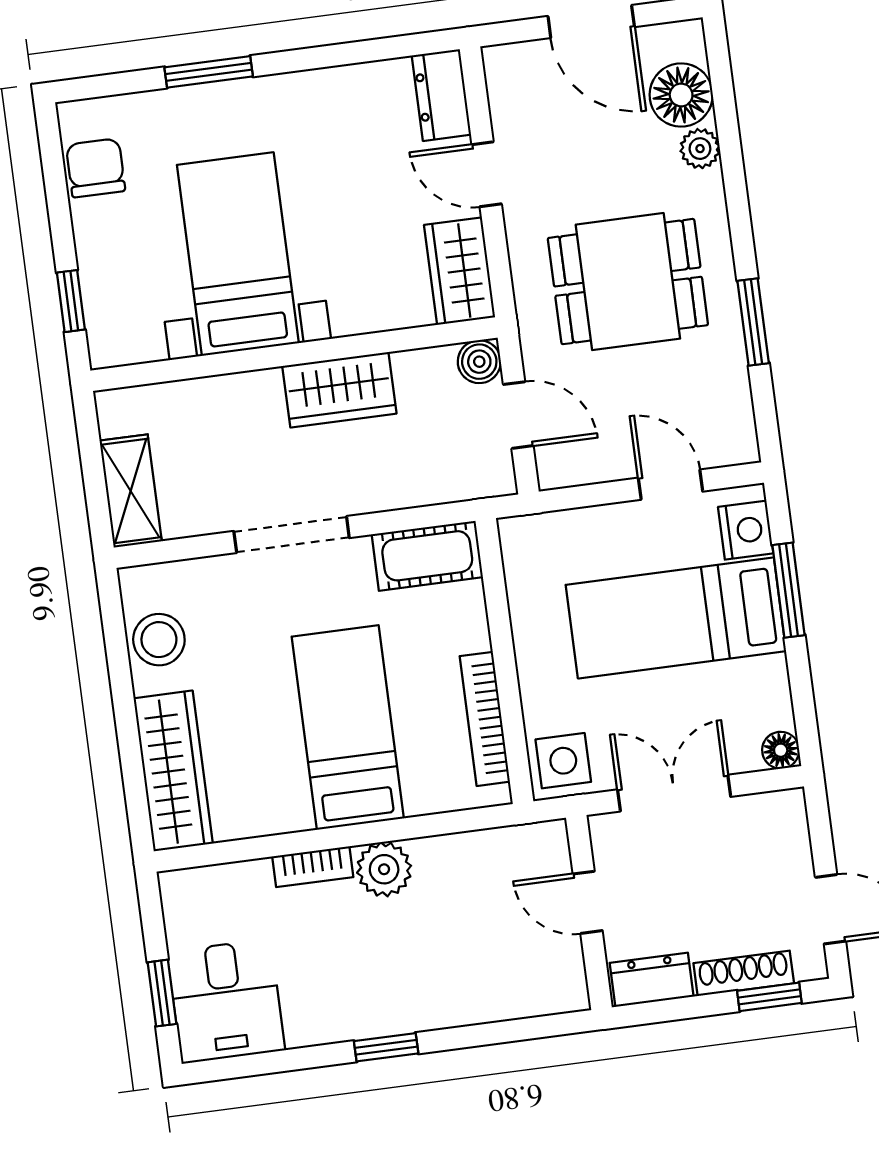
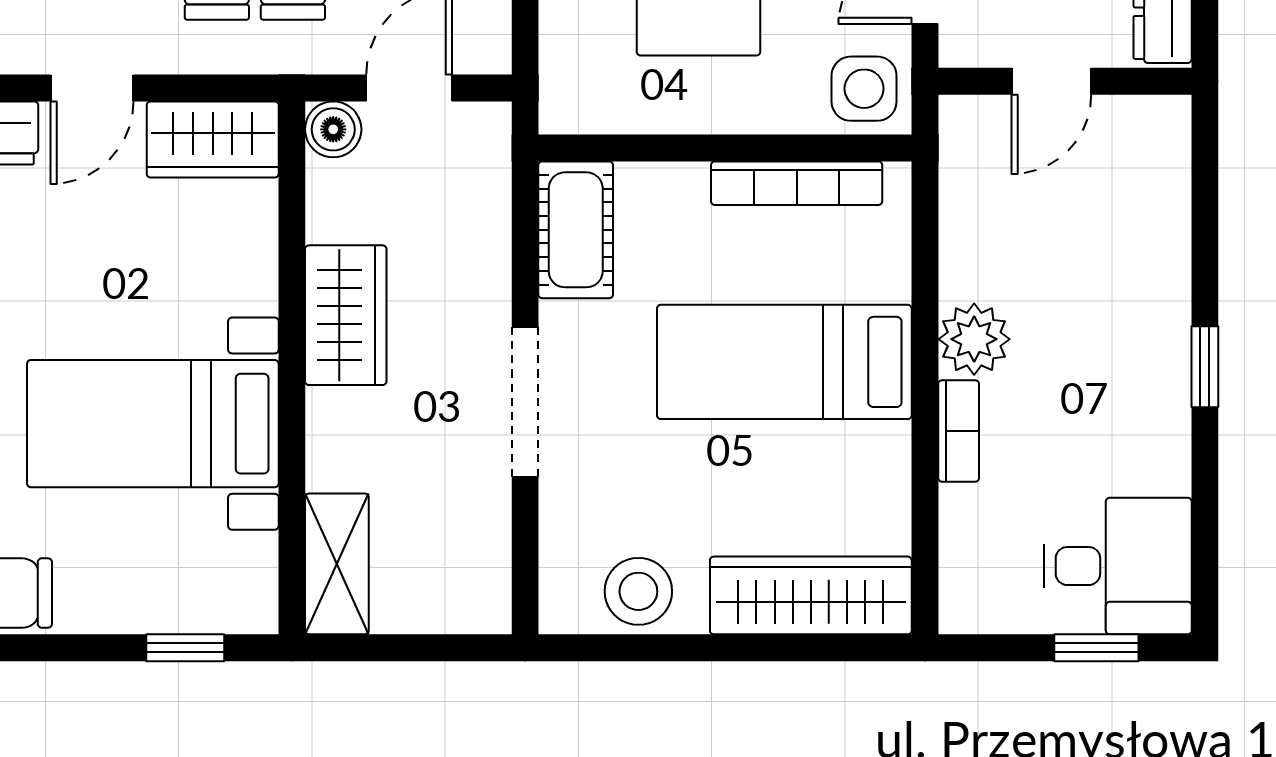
shelving: (131, 491) -> (337, 564), moved, turned 90

